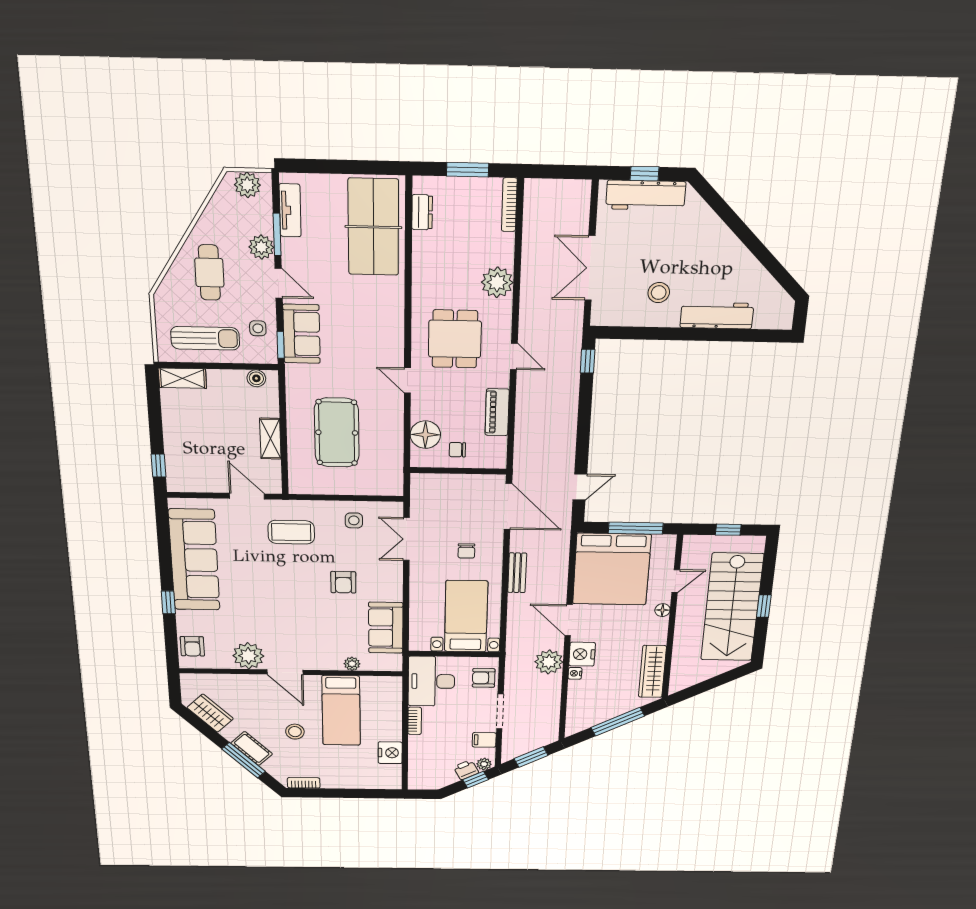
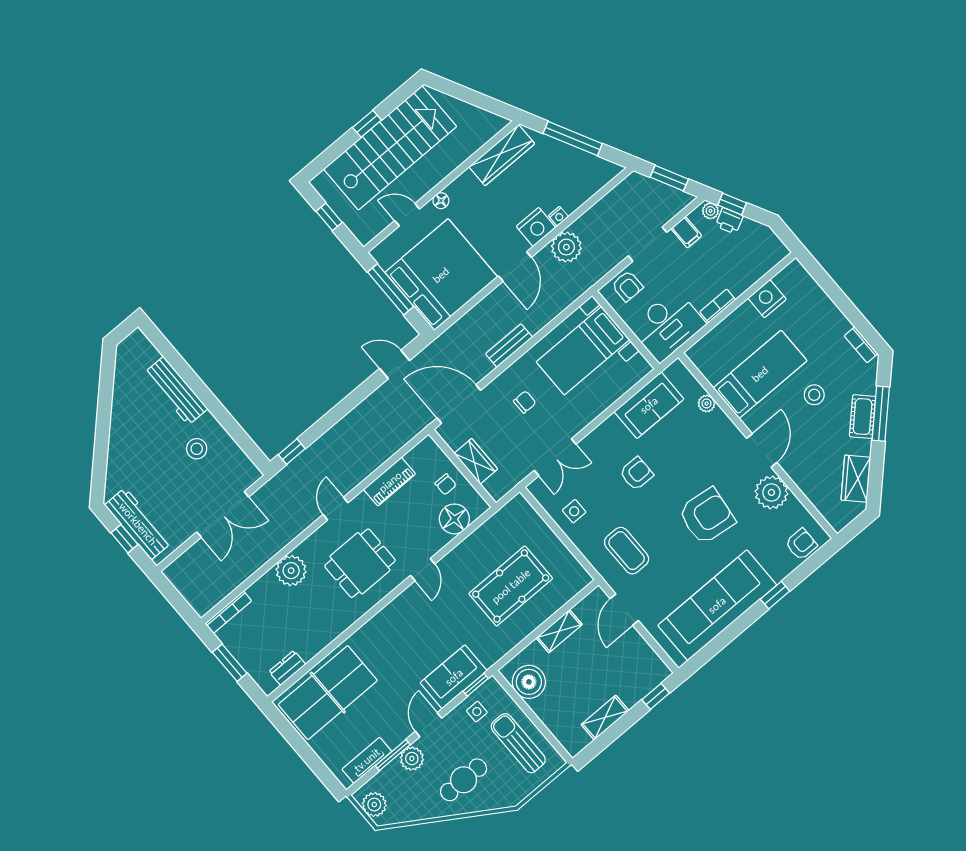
shelving: (182, 378) -> (605, 718), moved, turned 90
boiler: (256, 378) -> (529, 682), width x1.86, depth x1.86
wardrobe: (455, 484) -> (476, 461), added
door: (508, 507) -> (459, 404), hinge flipped
armchair: (269, 603) -> (707, 516), added

